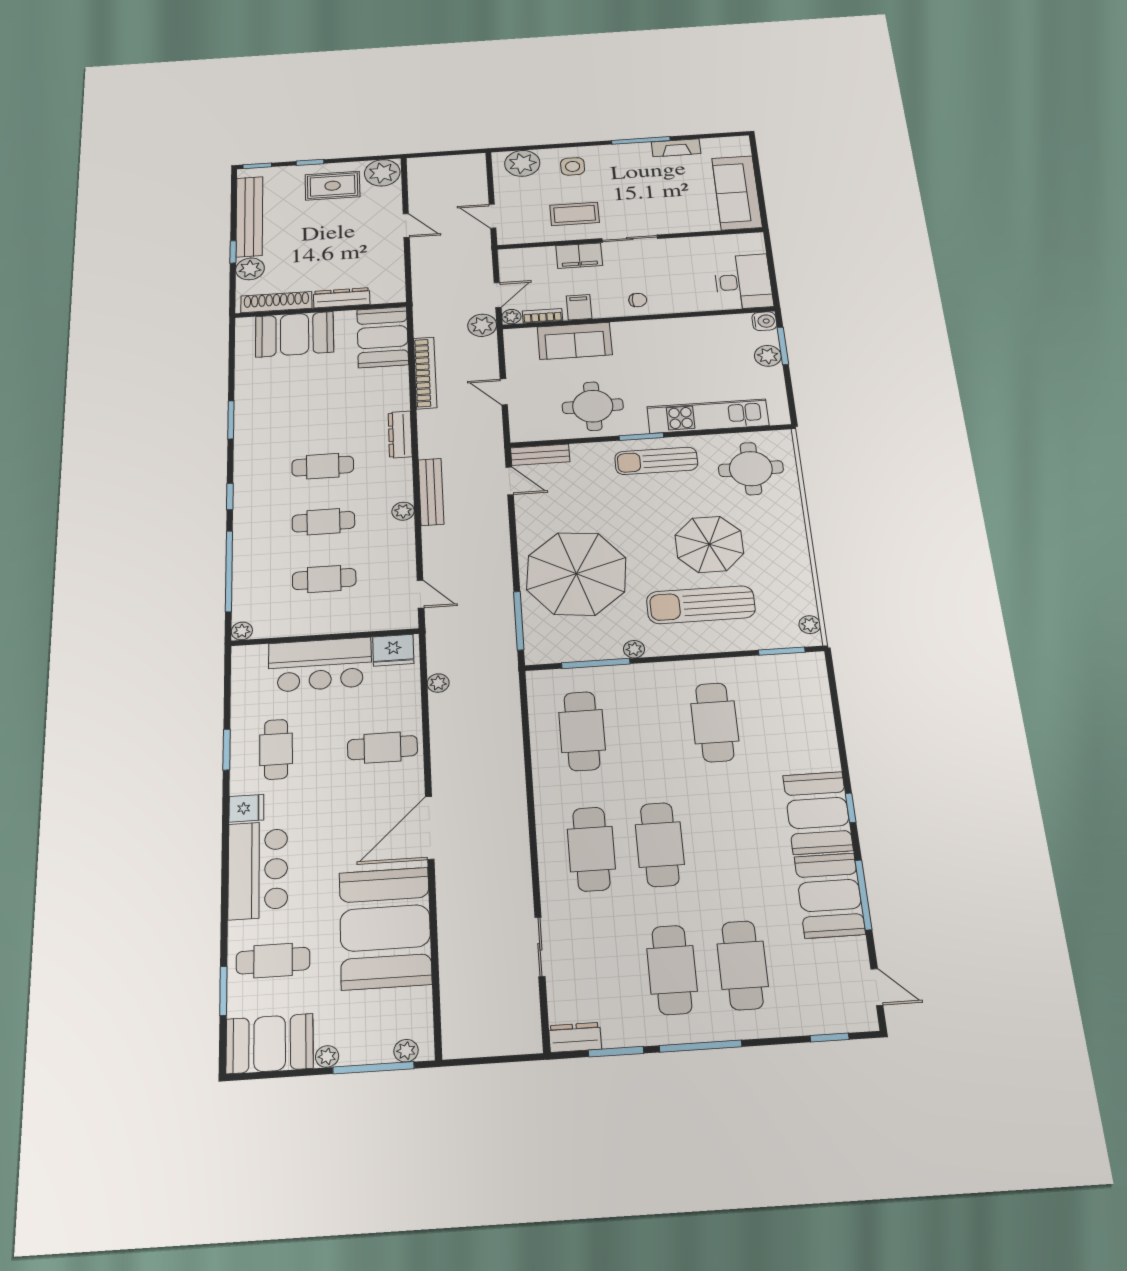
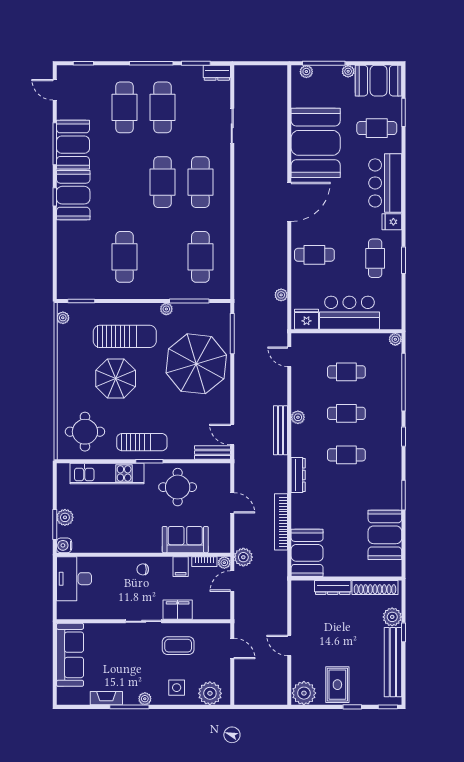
plant: (619, 151) -> (145, 699), added
rug: (333, 186) -> (337, 685), turned 90
booth: (295, 334) -> (385, 535), moved, turned 90

